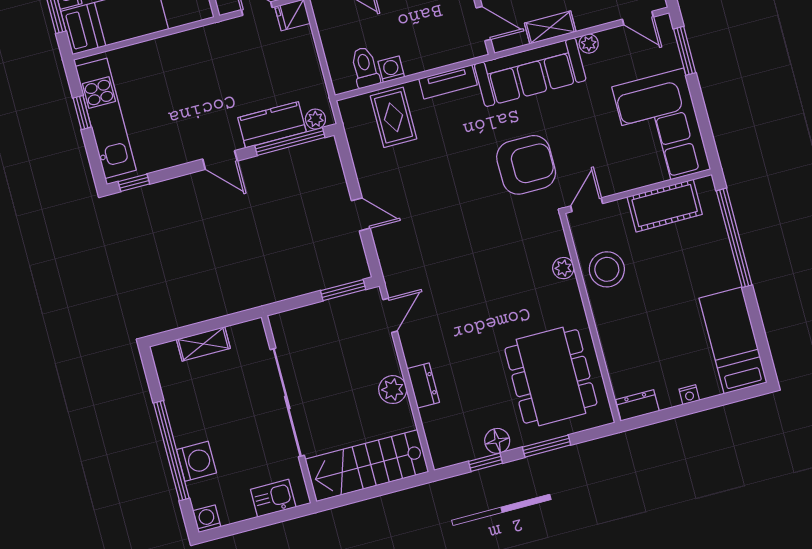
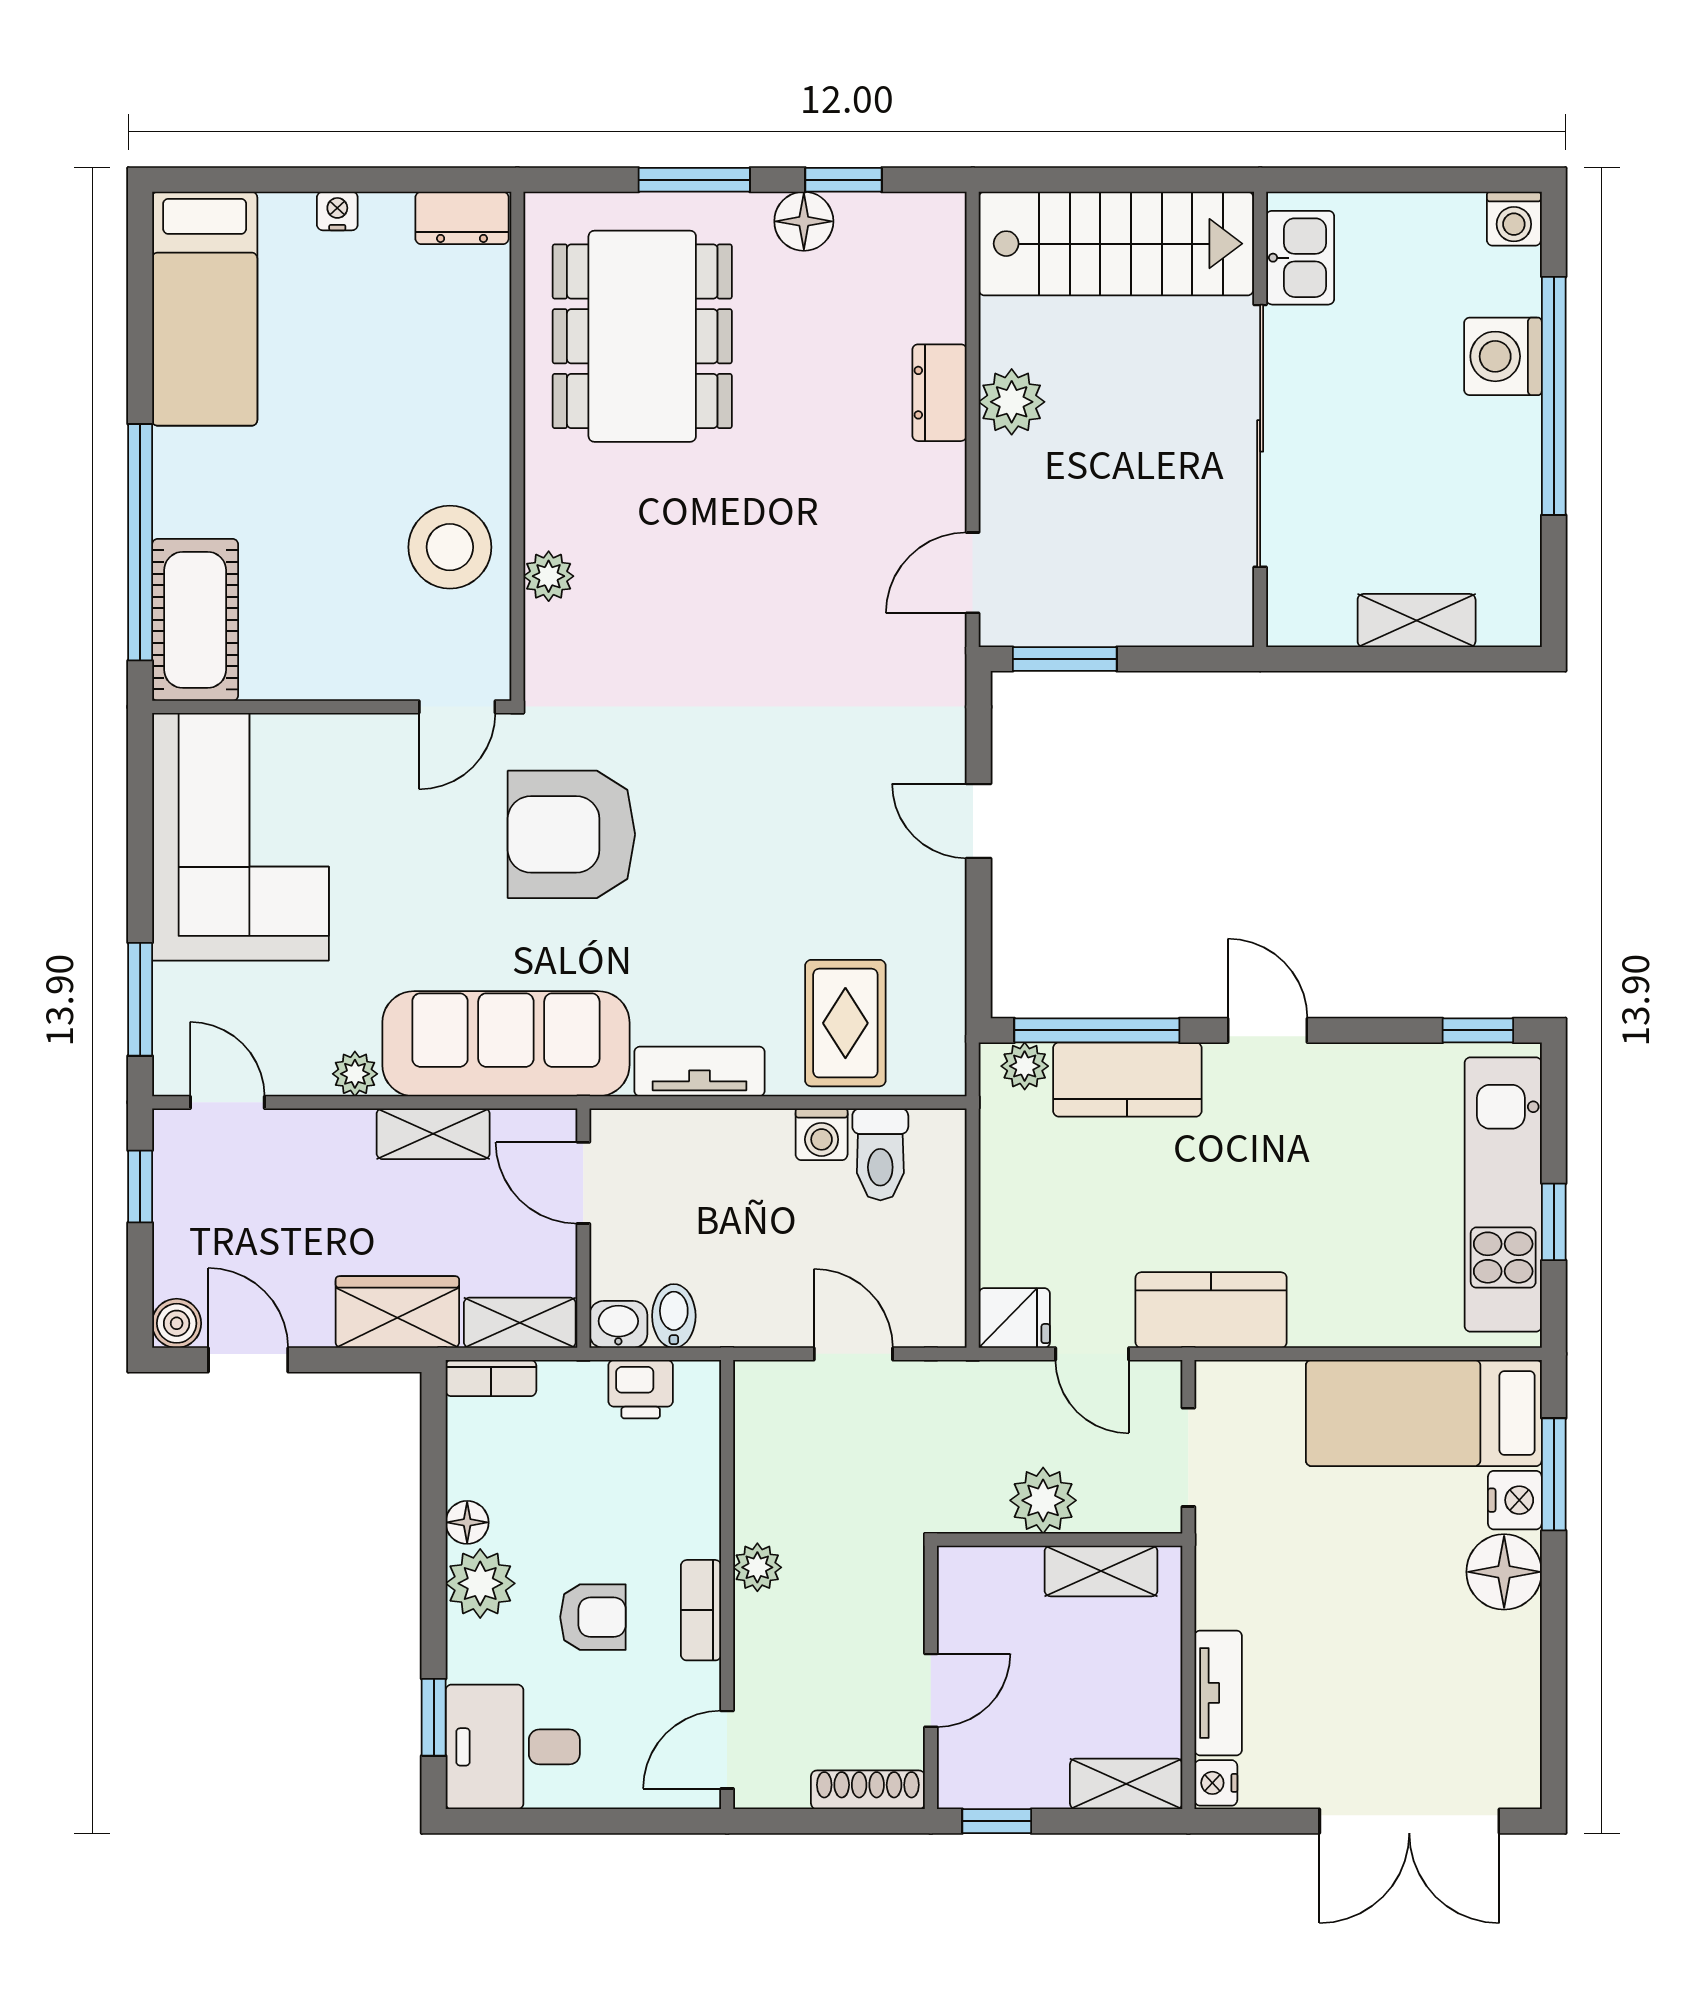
kitchen counter: (213, 39) -> (1211, 1310), added
cot: (665, 206) -> (195, 620), moved, turned 90
kitchen sink: (273, 498) -> (1300, 258), moved, turned -90

